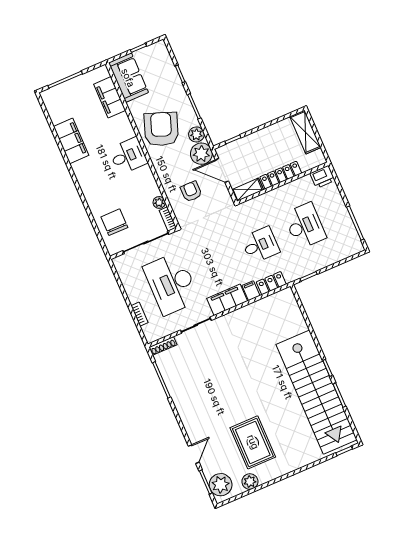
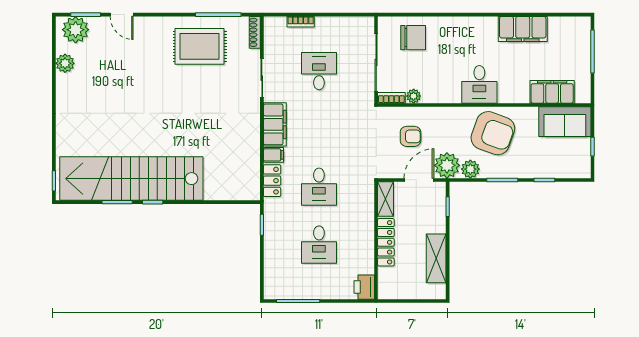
shelving: (305, 132) -> (436, 258), moved, turned 90
desk: (305, 226) -> (319, 245), width x0.73
desk: (171, 284) -> (319, 71), width x0.53, depth x0.77
rug: (253, 442) -> (200, 46), moved

